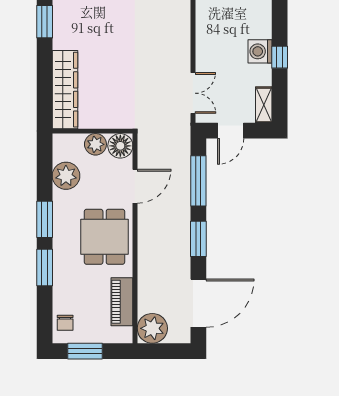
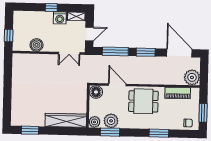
boiler: (207, 30) -> (37, 45), added
washing machine: (260, 51) -> (60, 18), moved
double door: (193, 93) -> (69, 53), swing flipped
door: (231, 131) -> (89, 34), hinge flipped
plant: (95, 144) -> (94, 122), moved
window: (45, 219) -> (110, 132), moved

